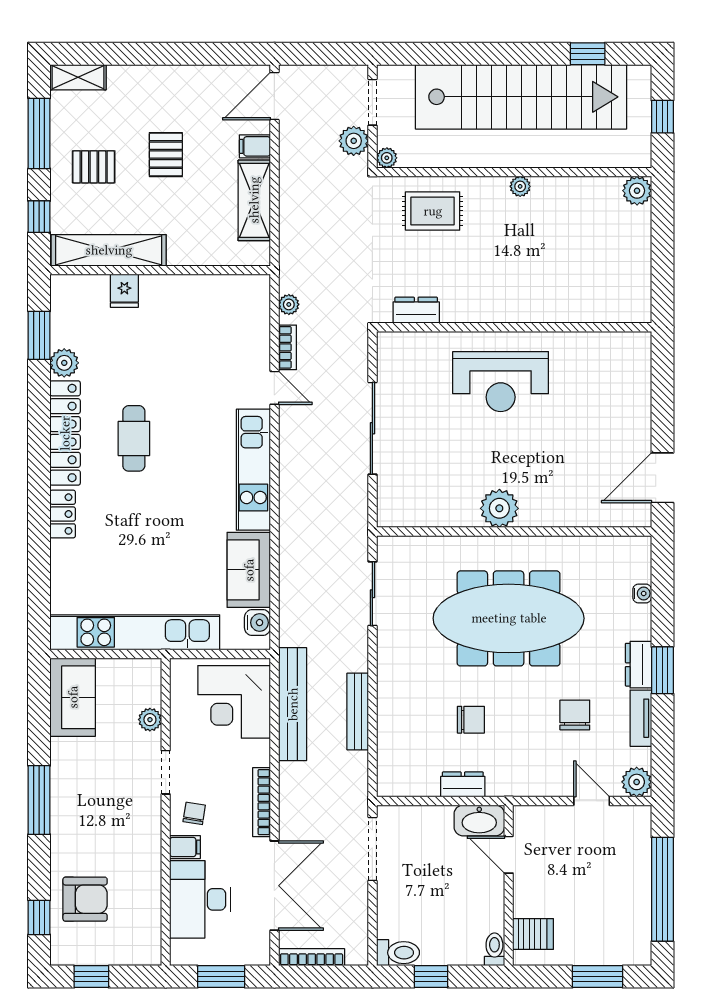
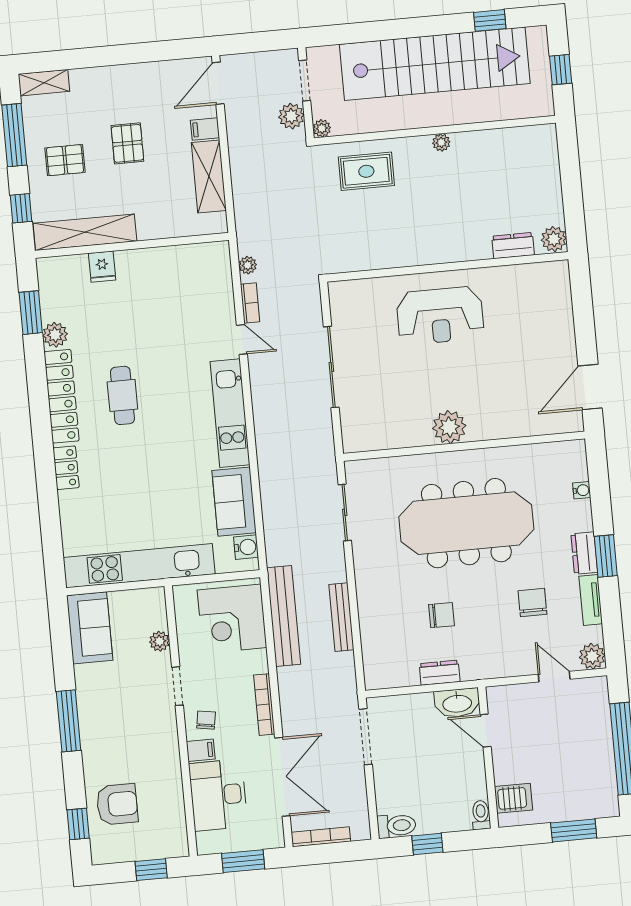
plant: (637, 191) -> (554, 239), moved
dresser: (416, 310) -> (513, 246), moved
window: (91, 977) -> (151, 870), moved

